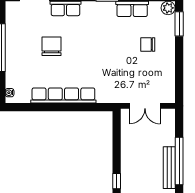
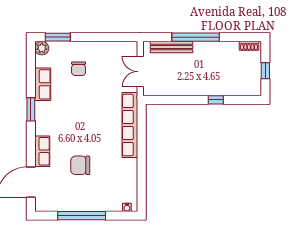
row of seats: (63, 96) -> (130, 125), moved
double door: (145, 106) -> (140, 72), swing flipped
bench: (169, 168) -> (172, 47), moved

